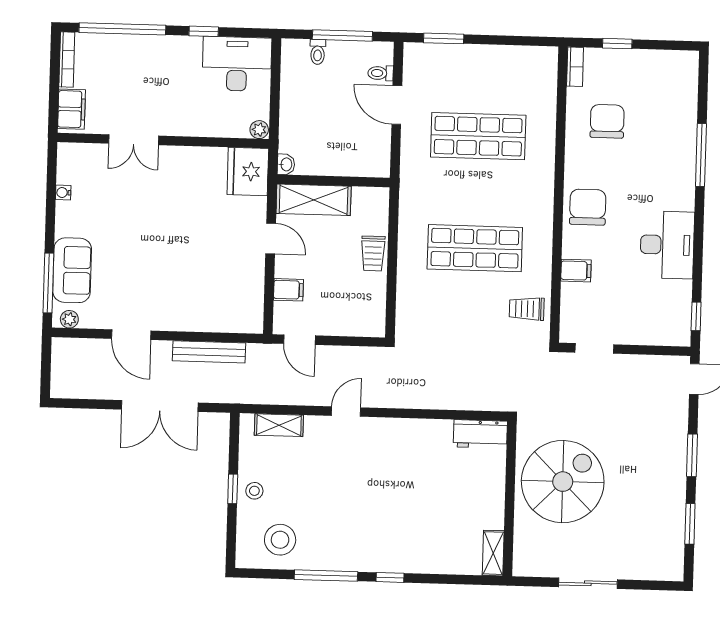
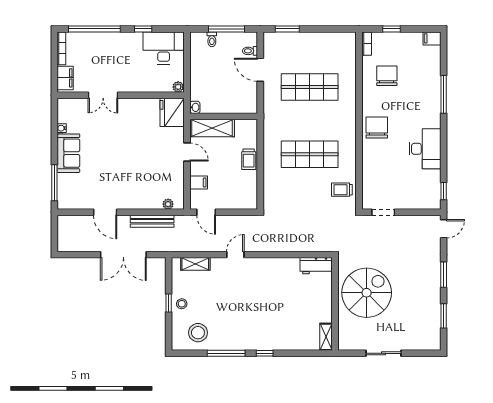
sofa: (72, 270) -> (68, 153), moved
filing cabinet: (576, 271) -> (432, 38), moved, turned 180
plant: (69, 319) -> (168, 204), moved

